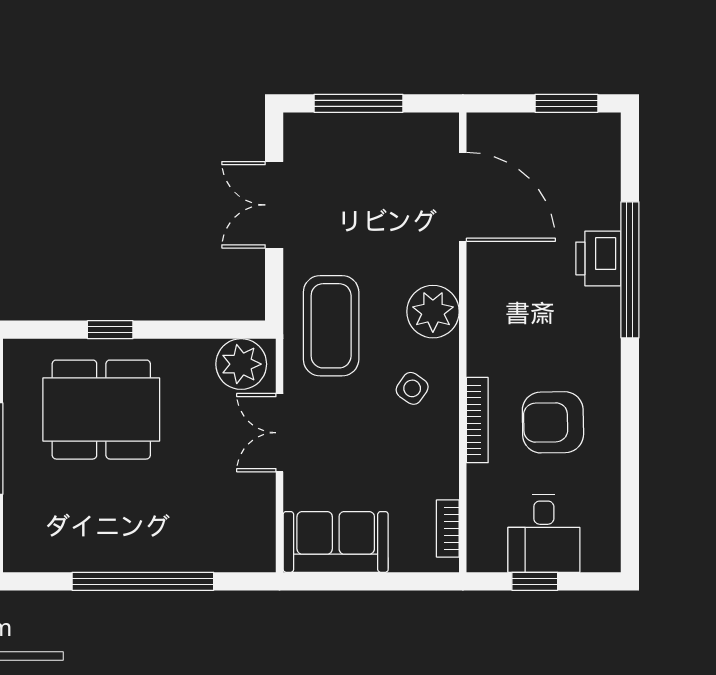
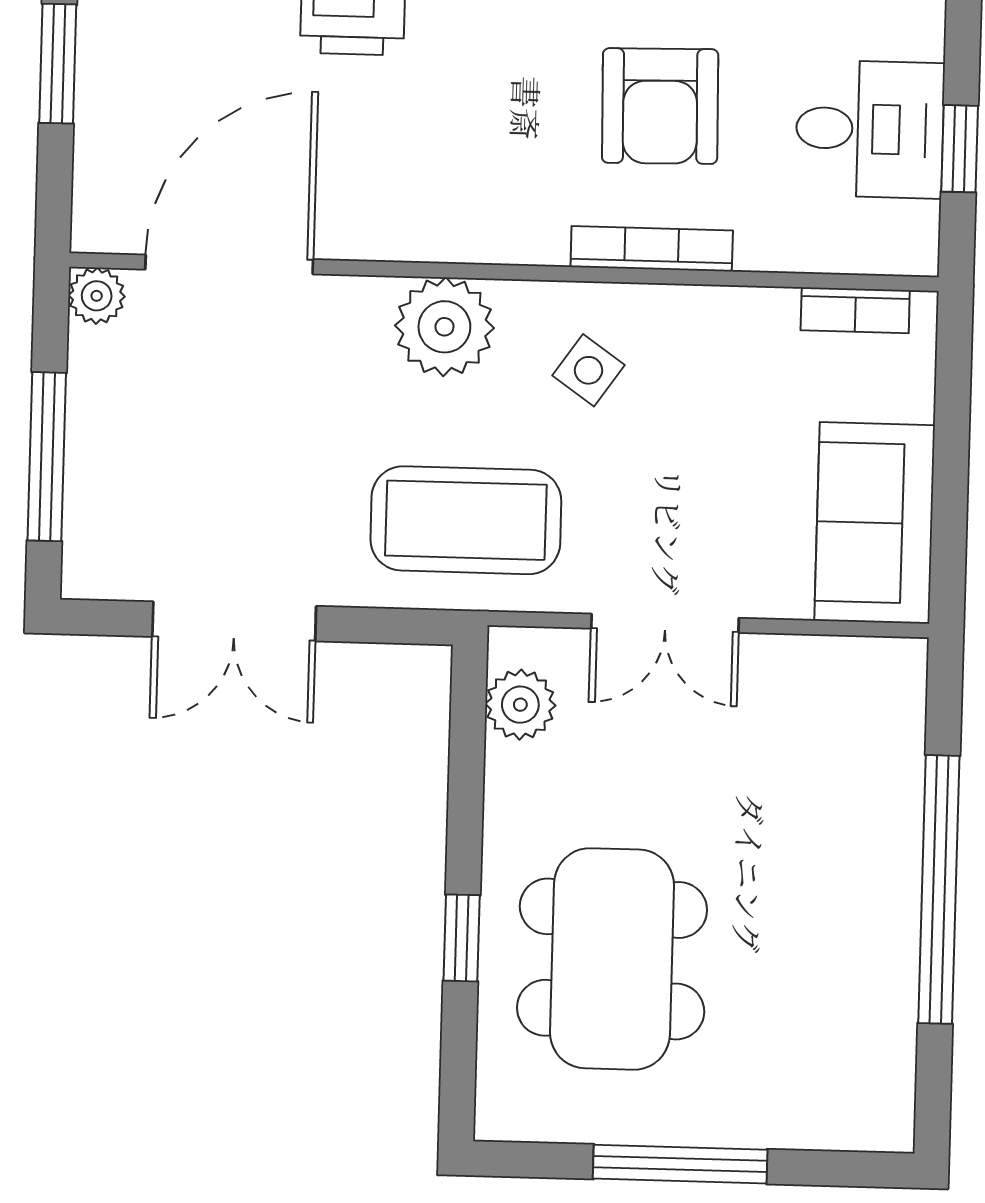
plant: (444, 127) -> (97, 296), added
plant: (241, 364) -> (520, 705), width x0.73, depth x0.73

